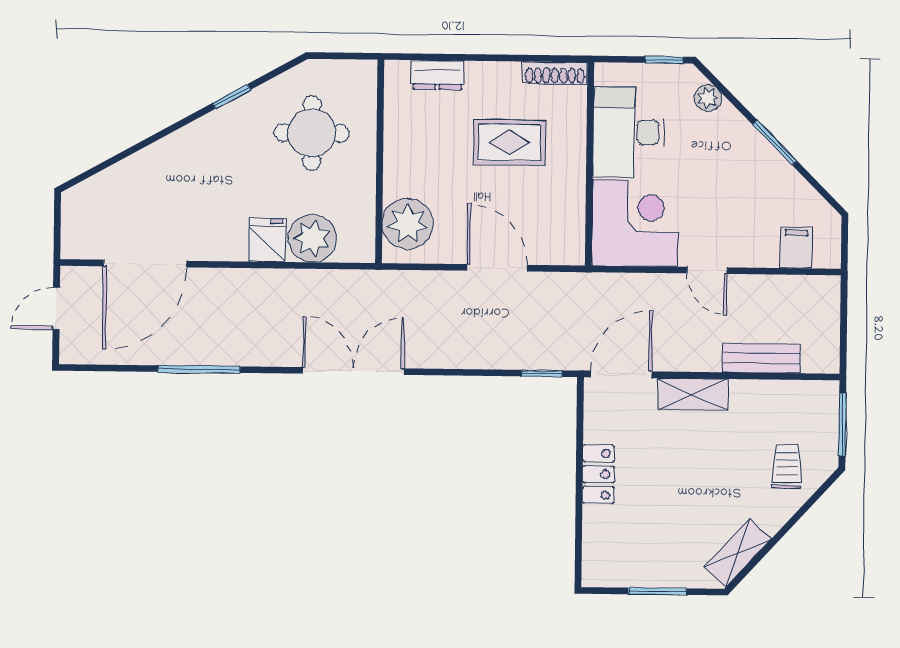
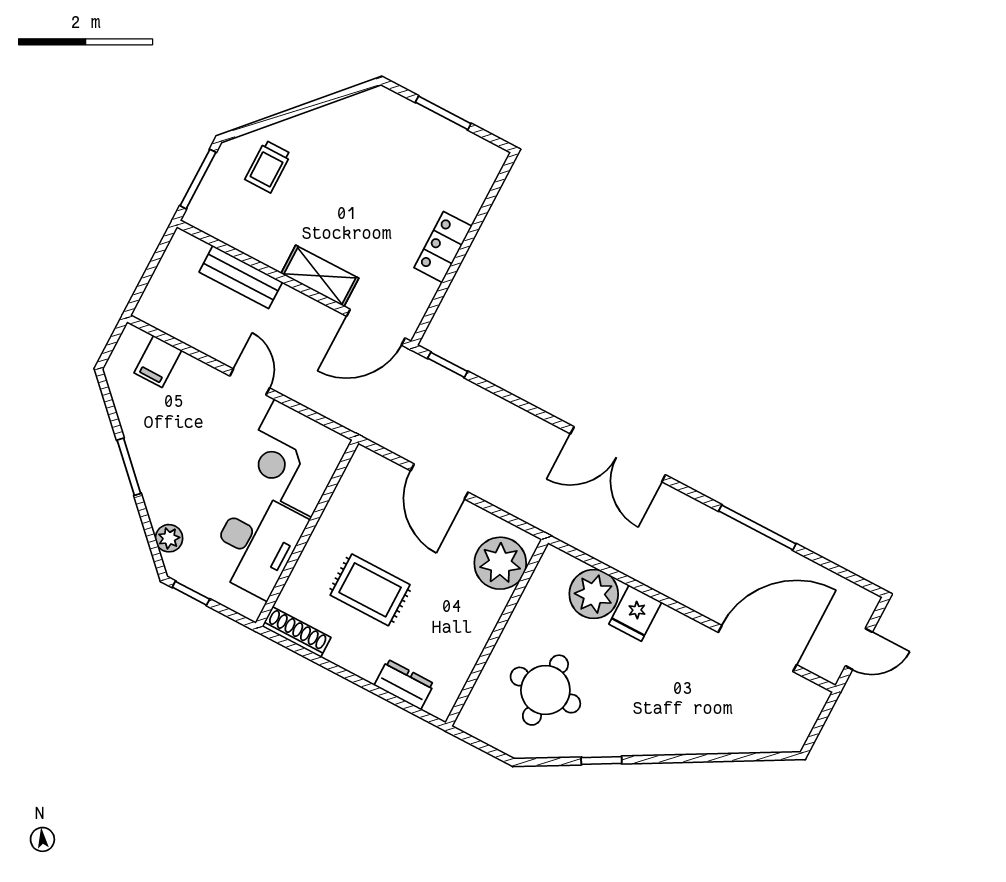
shelving: (738, 553) -> (353, 111), removed

